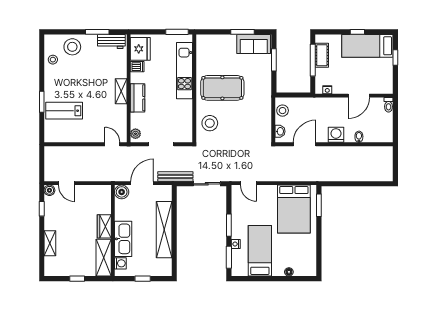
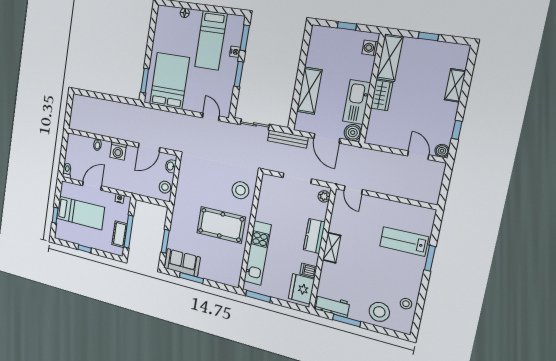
bed: (367, 46) -> (80, 213), moved
lab bench: (64, 111) -> (404, 242), turned 180
door: (142, 183) -> (327, 138), hinge flipped
shelving: (164, 230) -> (309, 91), width x0.68
kitchen sink: (123, 239) -> (357, 102), moved

